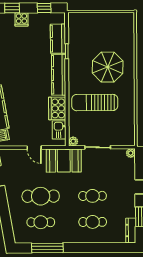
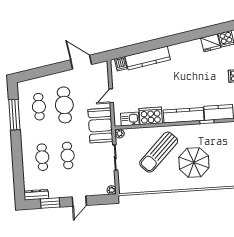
sun lounger: (95, 103) -> (159, 152), turned -135

